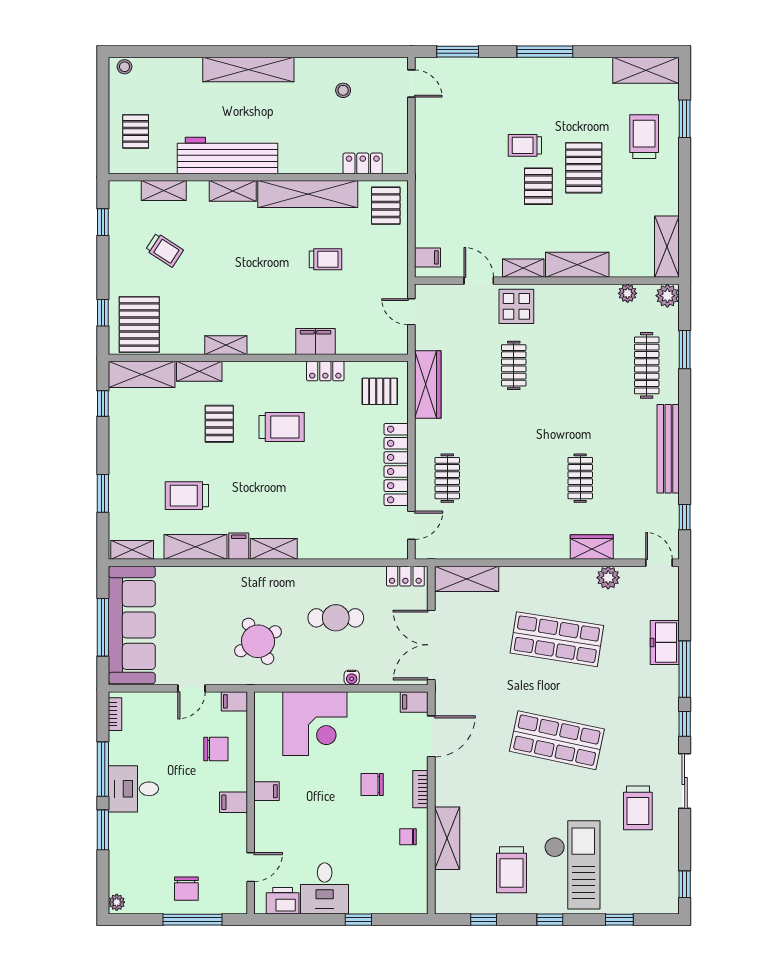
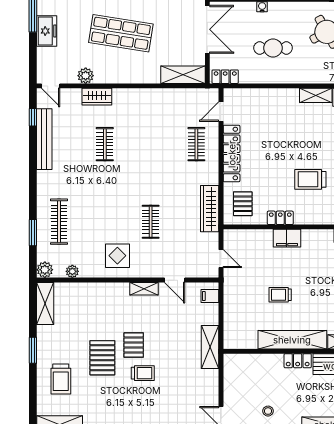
window: (685, 119) -> (33, 350), moved
locker: (363, 163) -> (298, 361), moved
pallet: (386, 206) -> (239, 332), removed
shelving: (577, 265) -> (210, 347), moved, turned 90
display table: (516, 306) -> (117, 256), moved
pallet: (380, 391) -> (243, 204), turned 90
bench: (668, 449) -> (44, 139), moved

